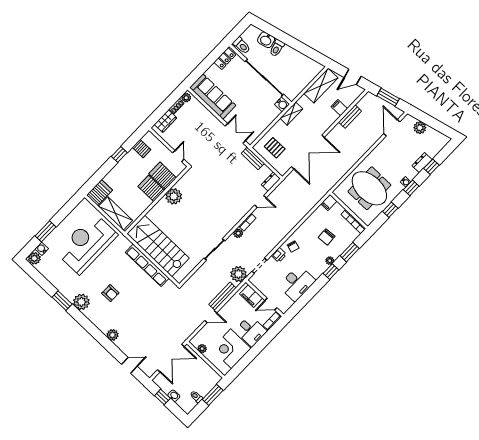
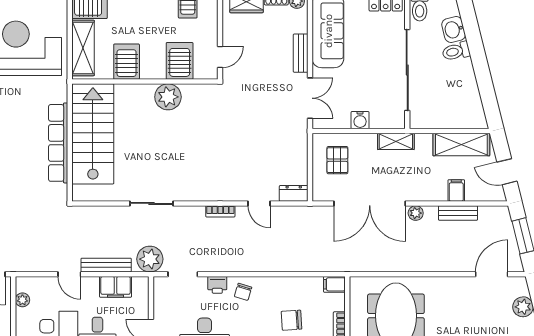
water cooler: (282, 104) -> (360, 120), moved
bench: (253, 158) -> (301, 53), moved
server rack: (151, 188) -> (127, 62), moved
plant: (238, 233) -> (416, 213), moved
filing cabinet: (251, 296) -> (116, 287), moved, turned -90

